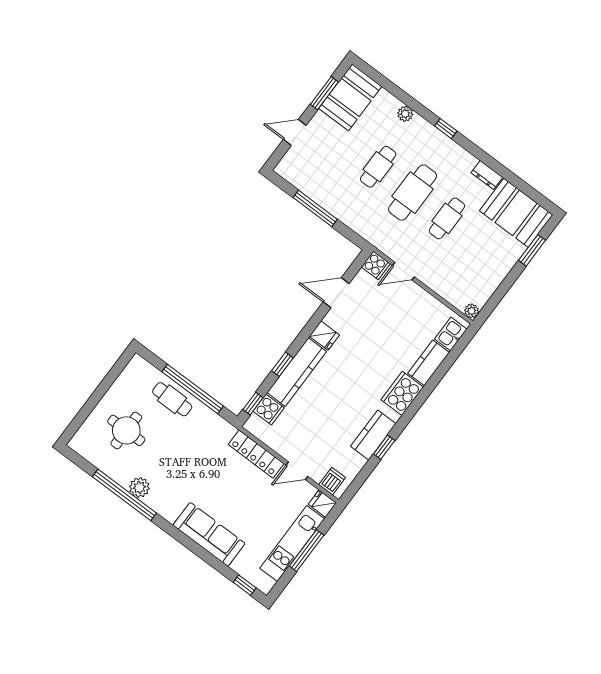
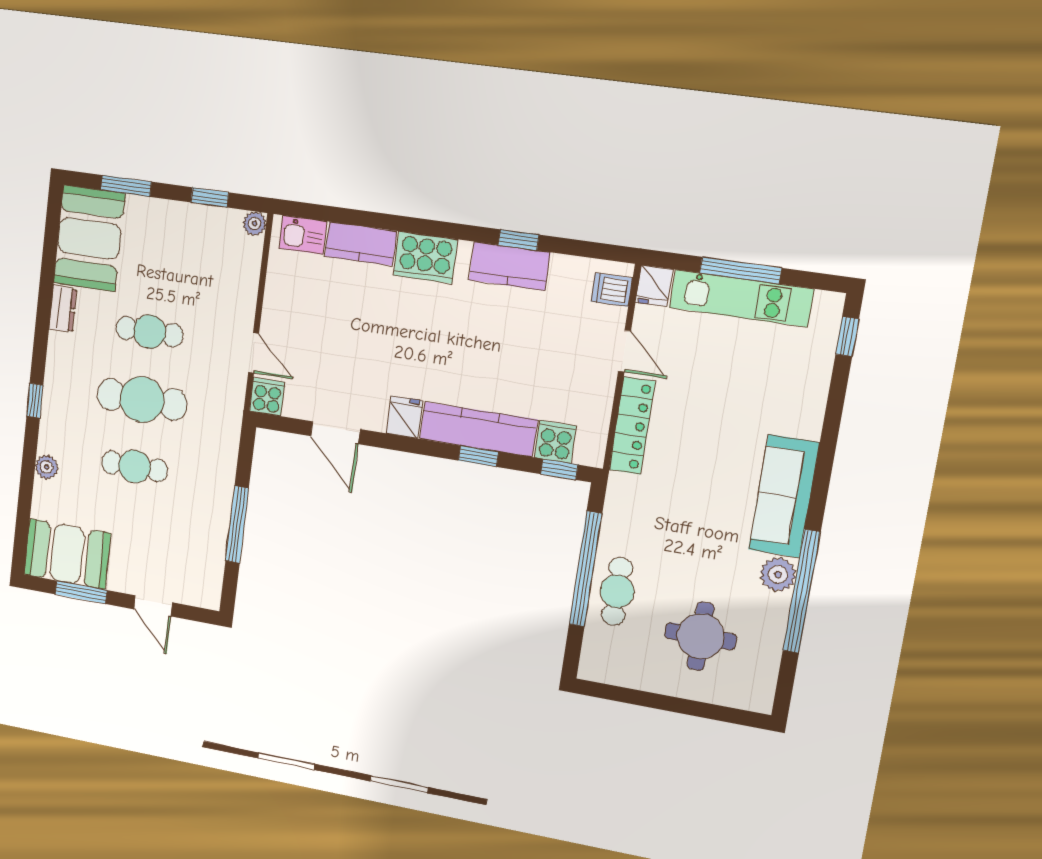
window: (499, 294) -> (210, 197), added
sofa: (209, 534) -> (784, 496), moved

